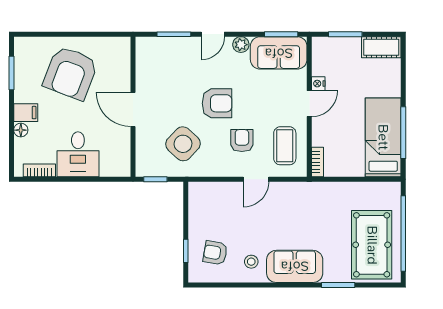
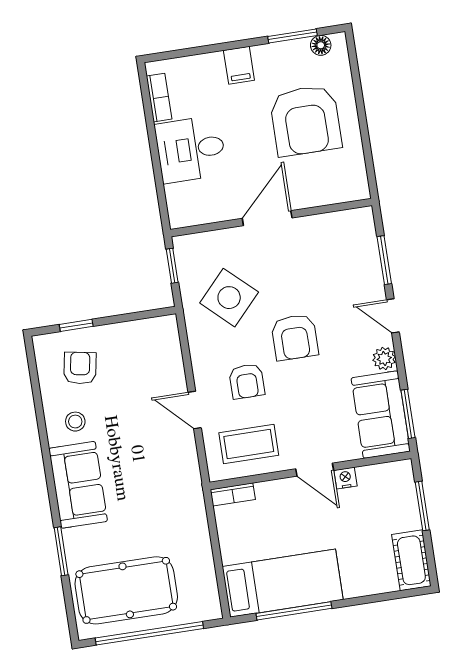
armchair: (70, 73) -> (306, 121), turned -111
floor lamp: (21, 130) -> (321, 45), moved
armchair: (242, 141) -> (247, 381), turned 90

